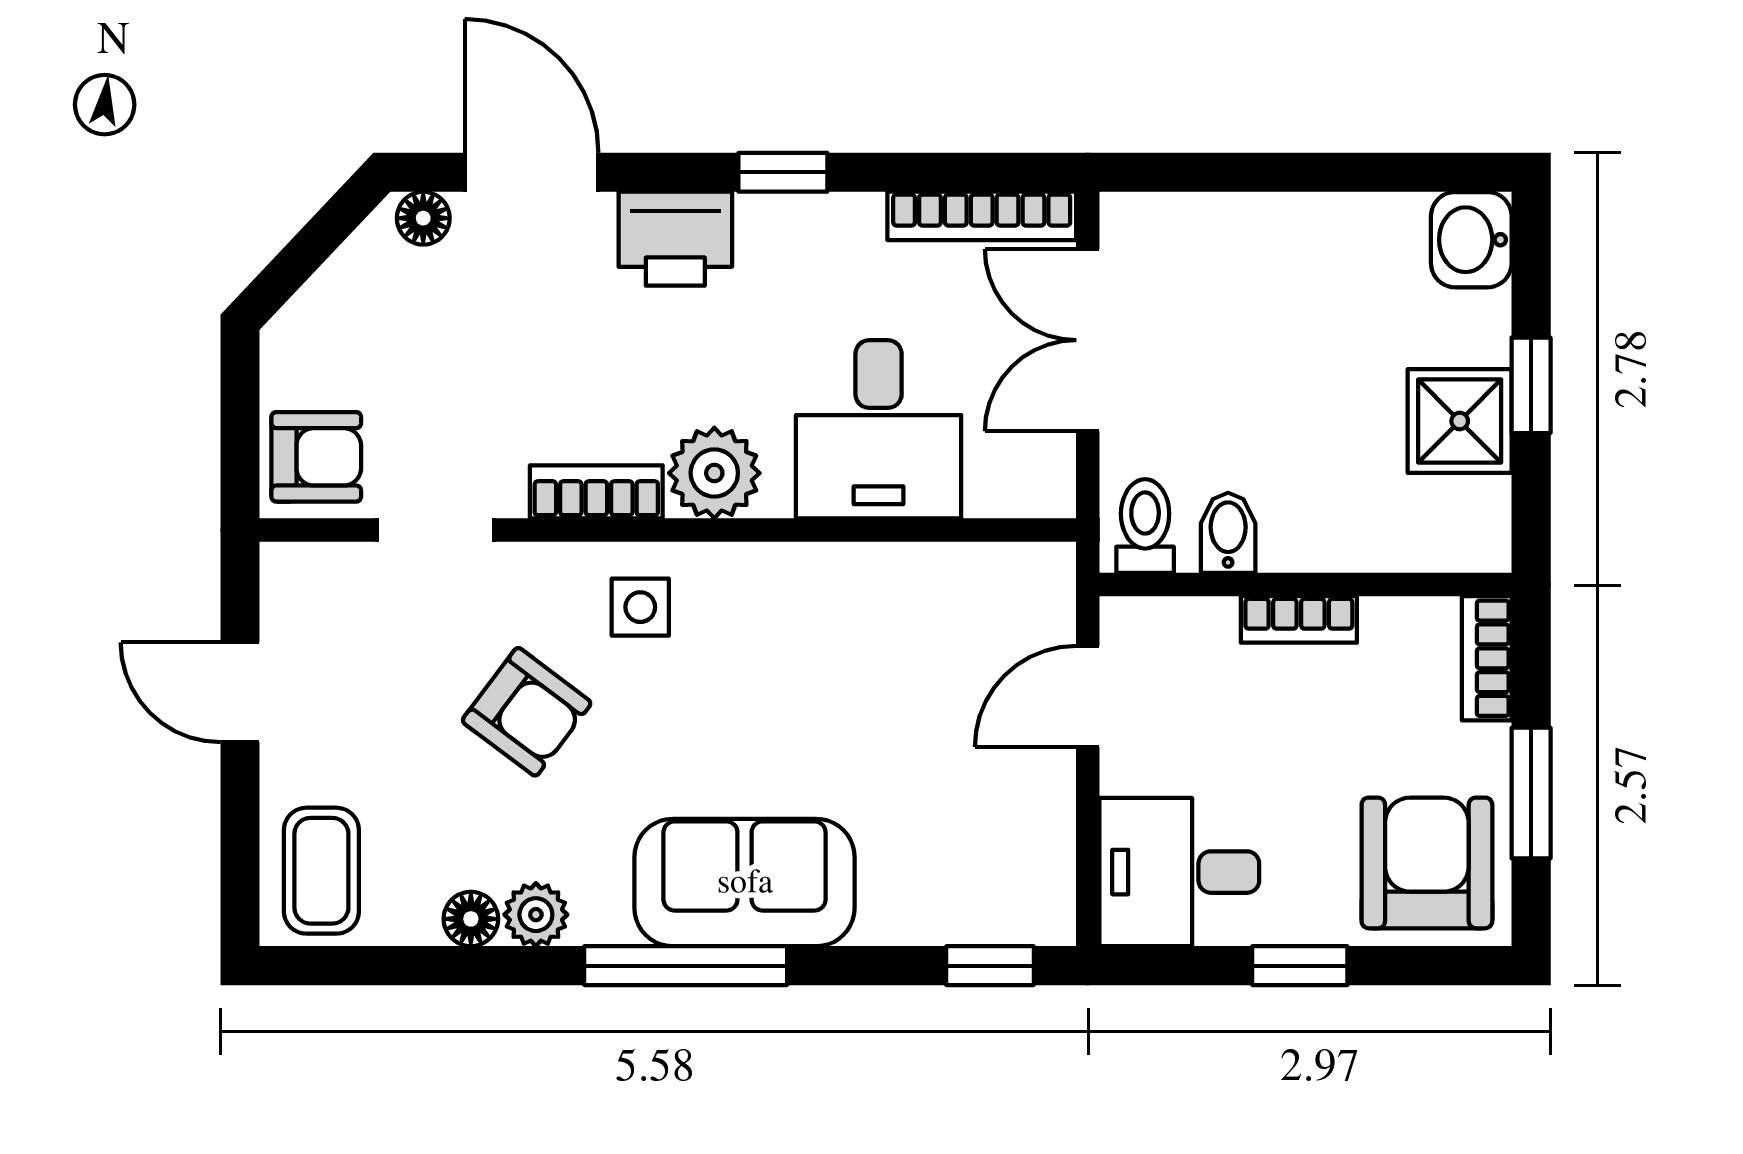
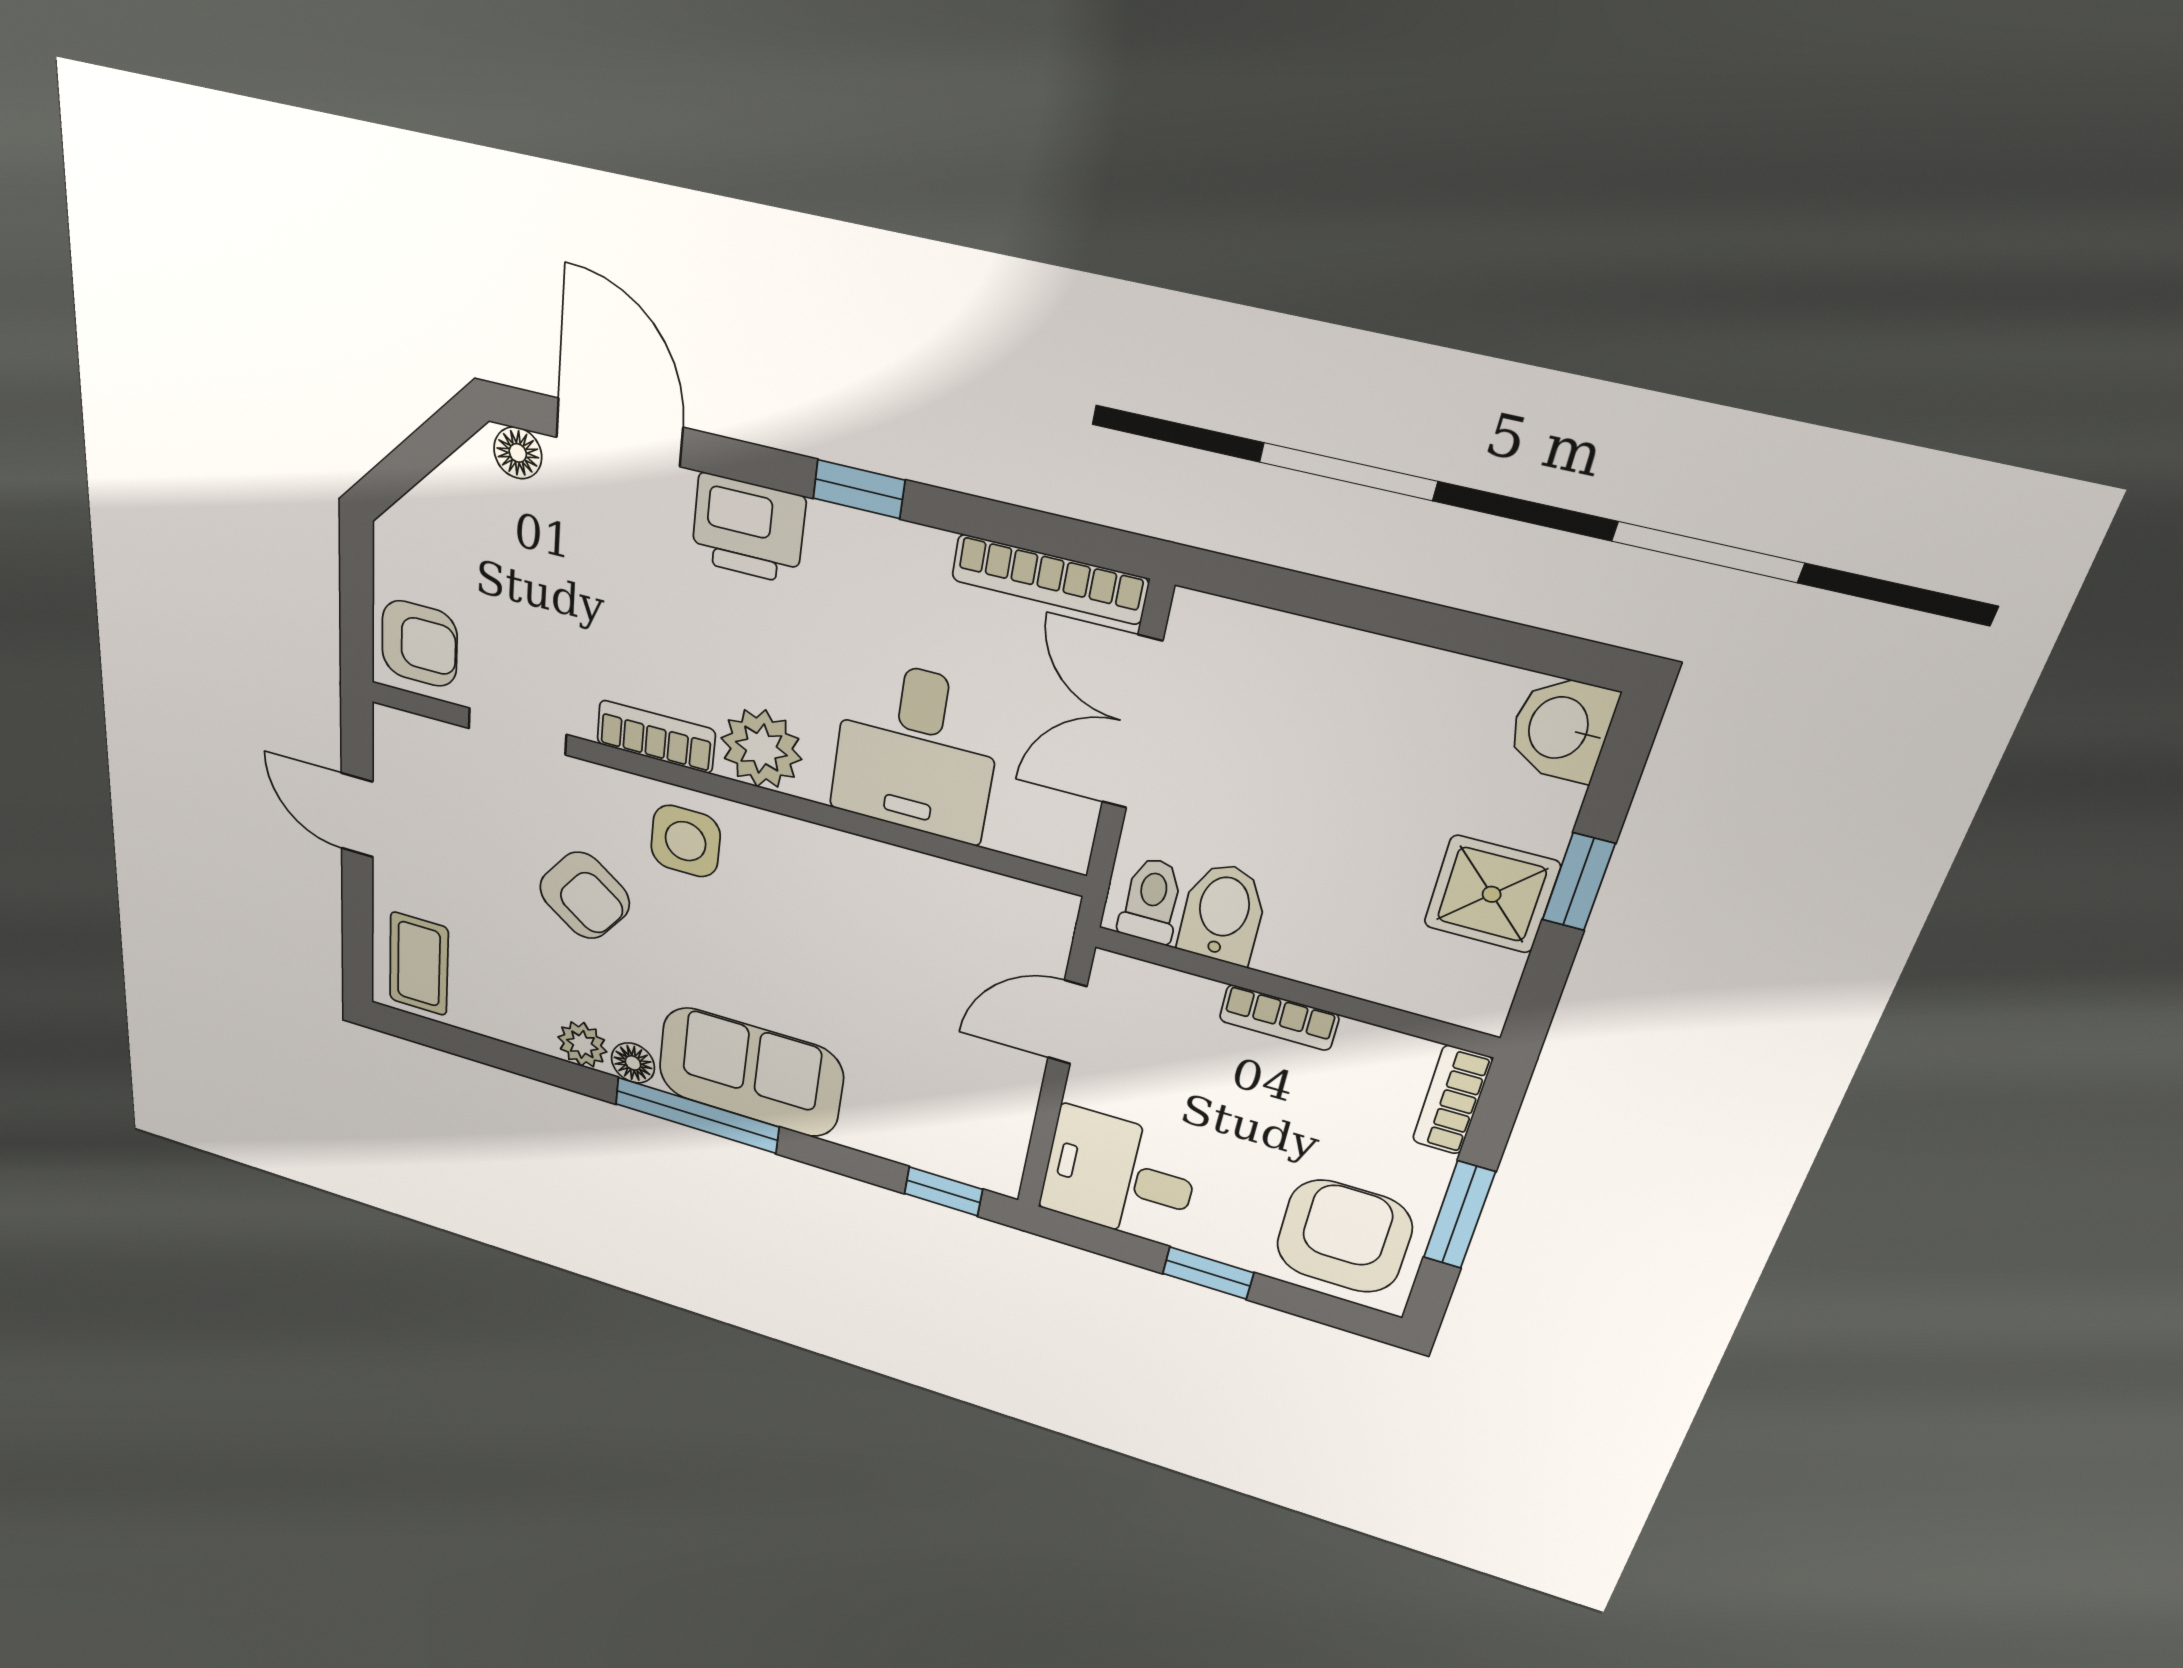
bidet: (1228, 533) -> (1223, 913), width x1.38, depth x1.36
side table: (640, 607) -> (686, 841), width x1.37, depth x1.37
floor lamp: (471, 919) -> (633, 1063), moved

